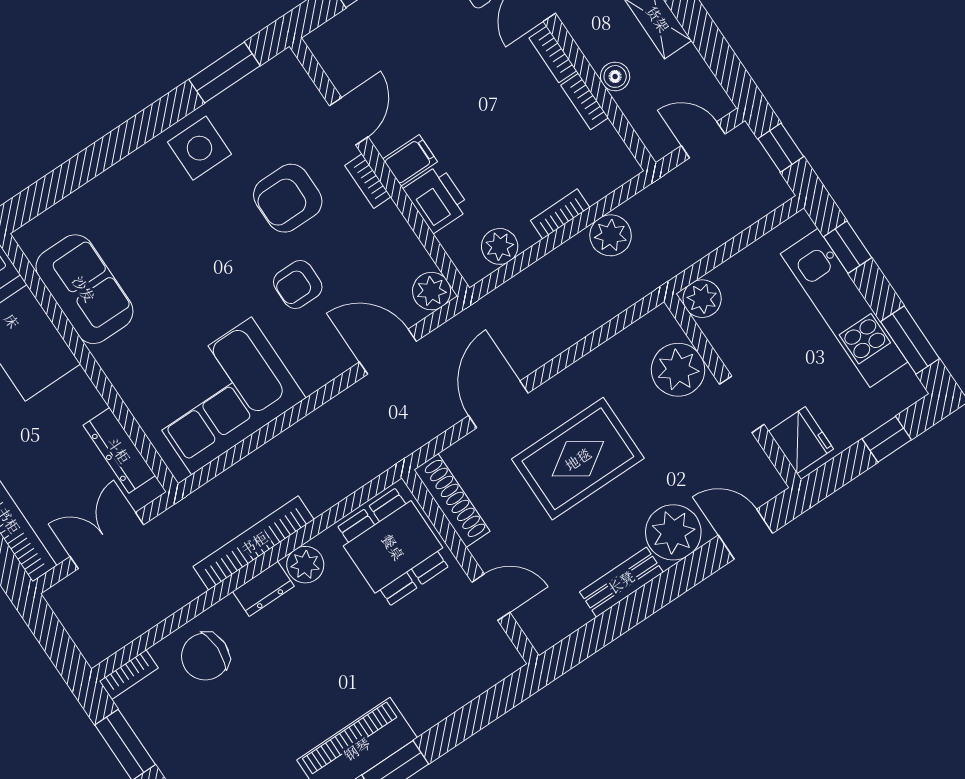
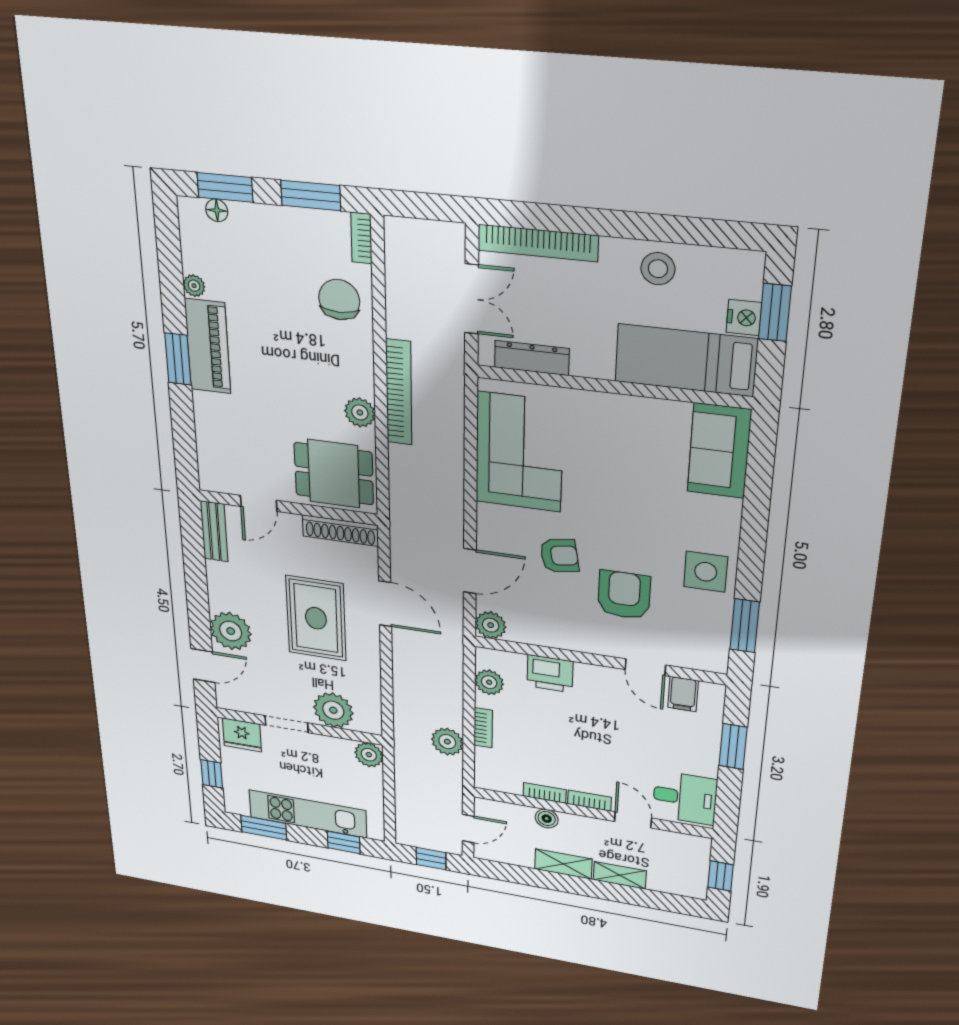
filing cabinet: (410, 160) -> (683, 694), moved
bookcase: (368, 181) -> (595, 647), removed
armchair: (298, 284) -> (559, 556), turned 80
sofa: (84, 289) -> (719, 451), moved, turned 90
bench: (621, 582) -> (214, 531), moved
dresser: (263, 589) -> (361, 374), removed

